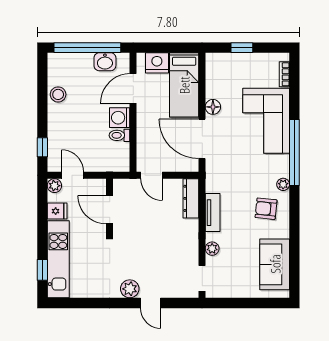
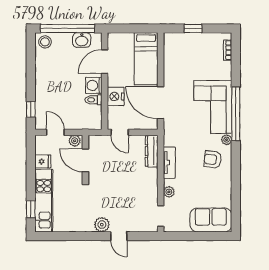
nightstand: (157, 63) -> (116, 96), moved, turned -90
stool: (58, 94) -> (45, 42), moved
floor lamp: (213, 107) -> (169, 77), removed
corner sofa: (266, 121) -> (213, 107), moved
plant: (54, 186) -> (75, 141), moved
sofa: (275, 264) -> (211, 220), moved, turned 90

